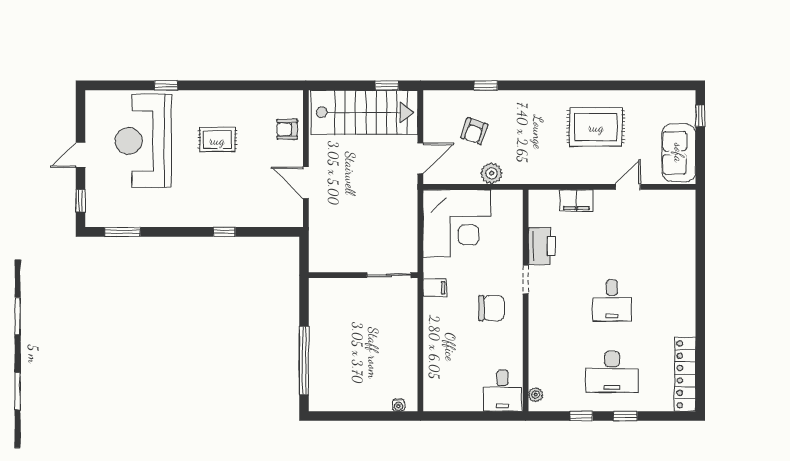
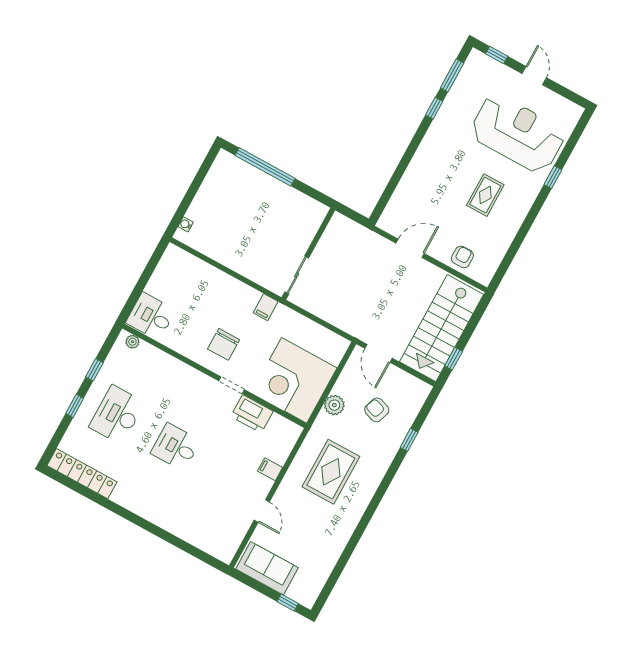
rug: (596, 127) -> (331, 472), moved
filing cabinet: (576, 201) -> (270, 469), width x0.50
corner desk: (457, 223) -> (294, 380), moved
window: (224, 232) -> (434, 108), moved

